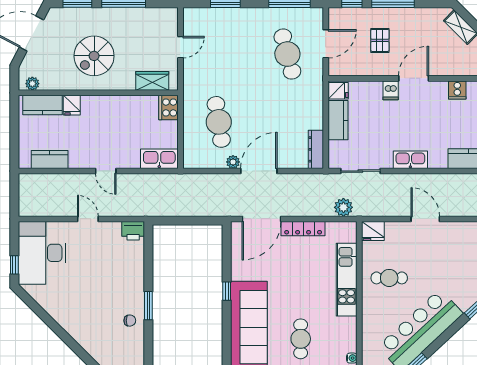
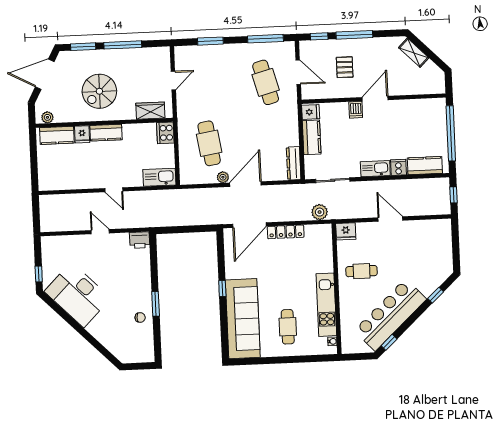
door: (326, 44) -> (298, 72), hinge flipped
cooker: (457, 90) -> (398, 167), moved, turned 180
kitchen counter: (50, 160) -> (106, 133), moved, turned 180
desk: (42, 253) -> (78, 295), moved, turned -45
kitchen unit: (347, 280) -> (326, 305), moved

